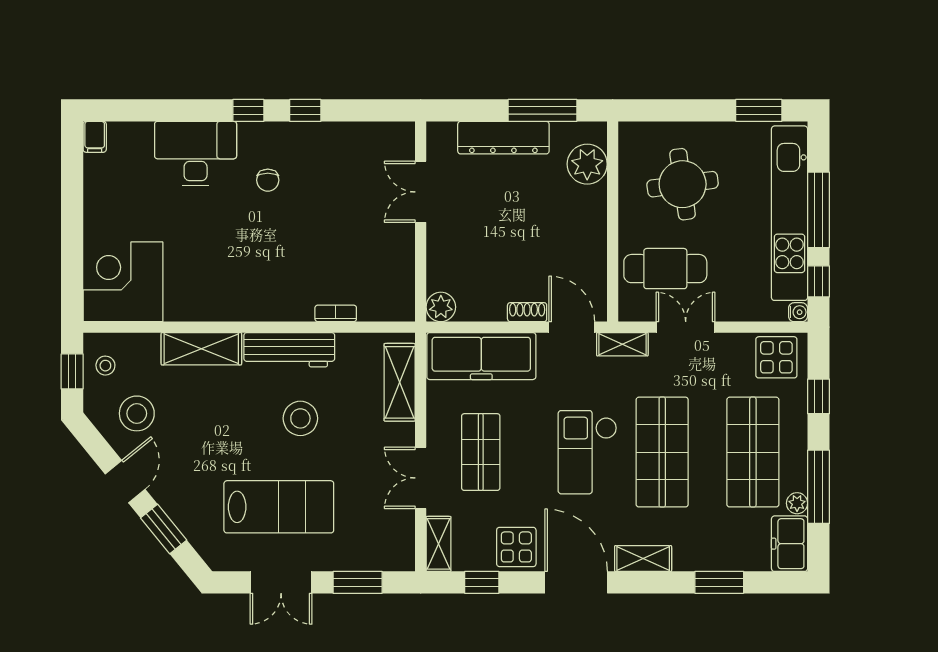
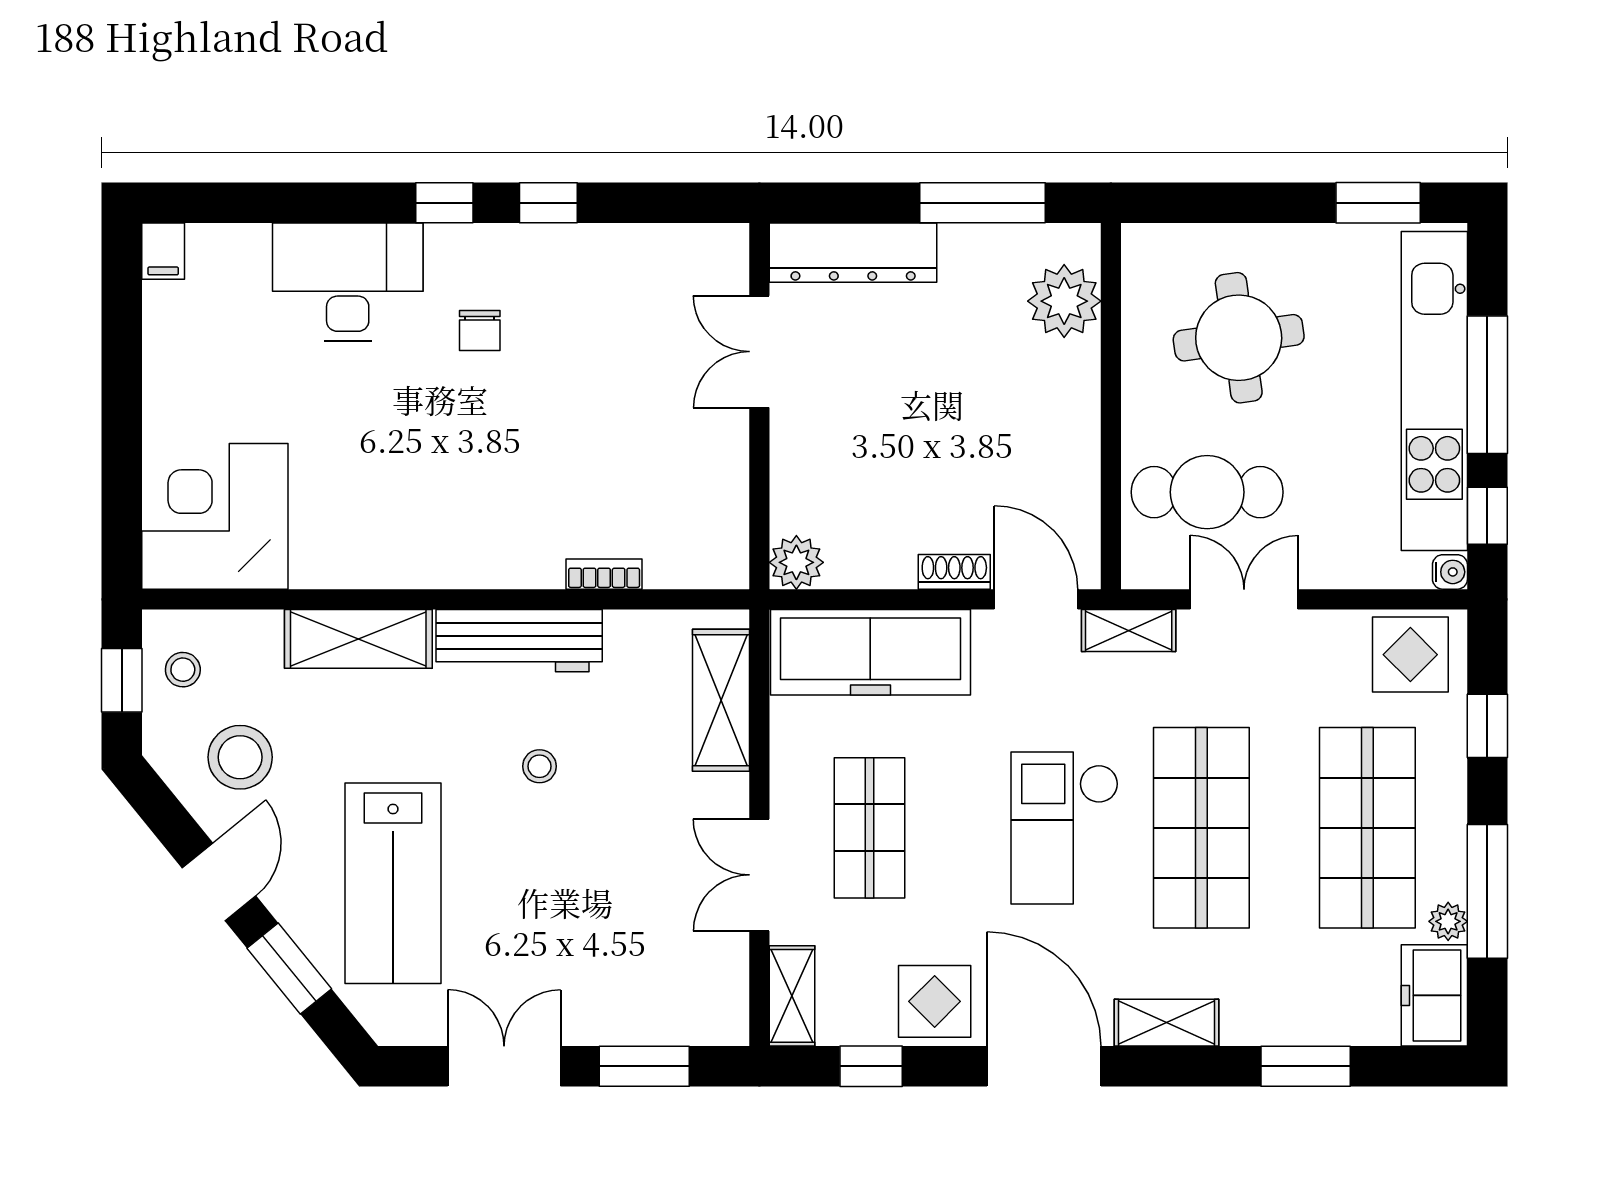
dresser: (503, 138) -> (853, 253), moved
stool: (300, 418) -> (540, 766), width x0.53, depth x0.53
lab bench: (279, 507) -> (393, 883), moved, turned 90
double door: (281, 582) -> (504, 1066), swing flipped

